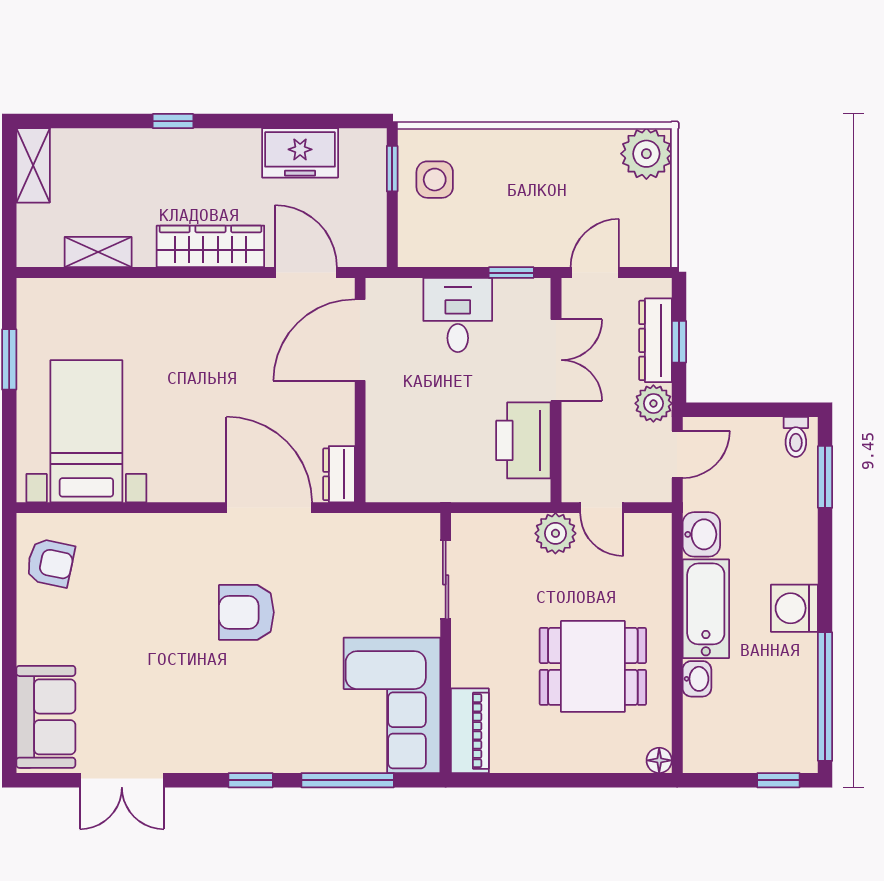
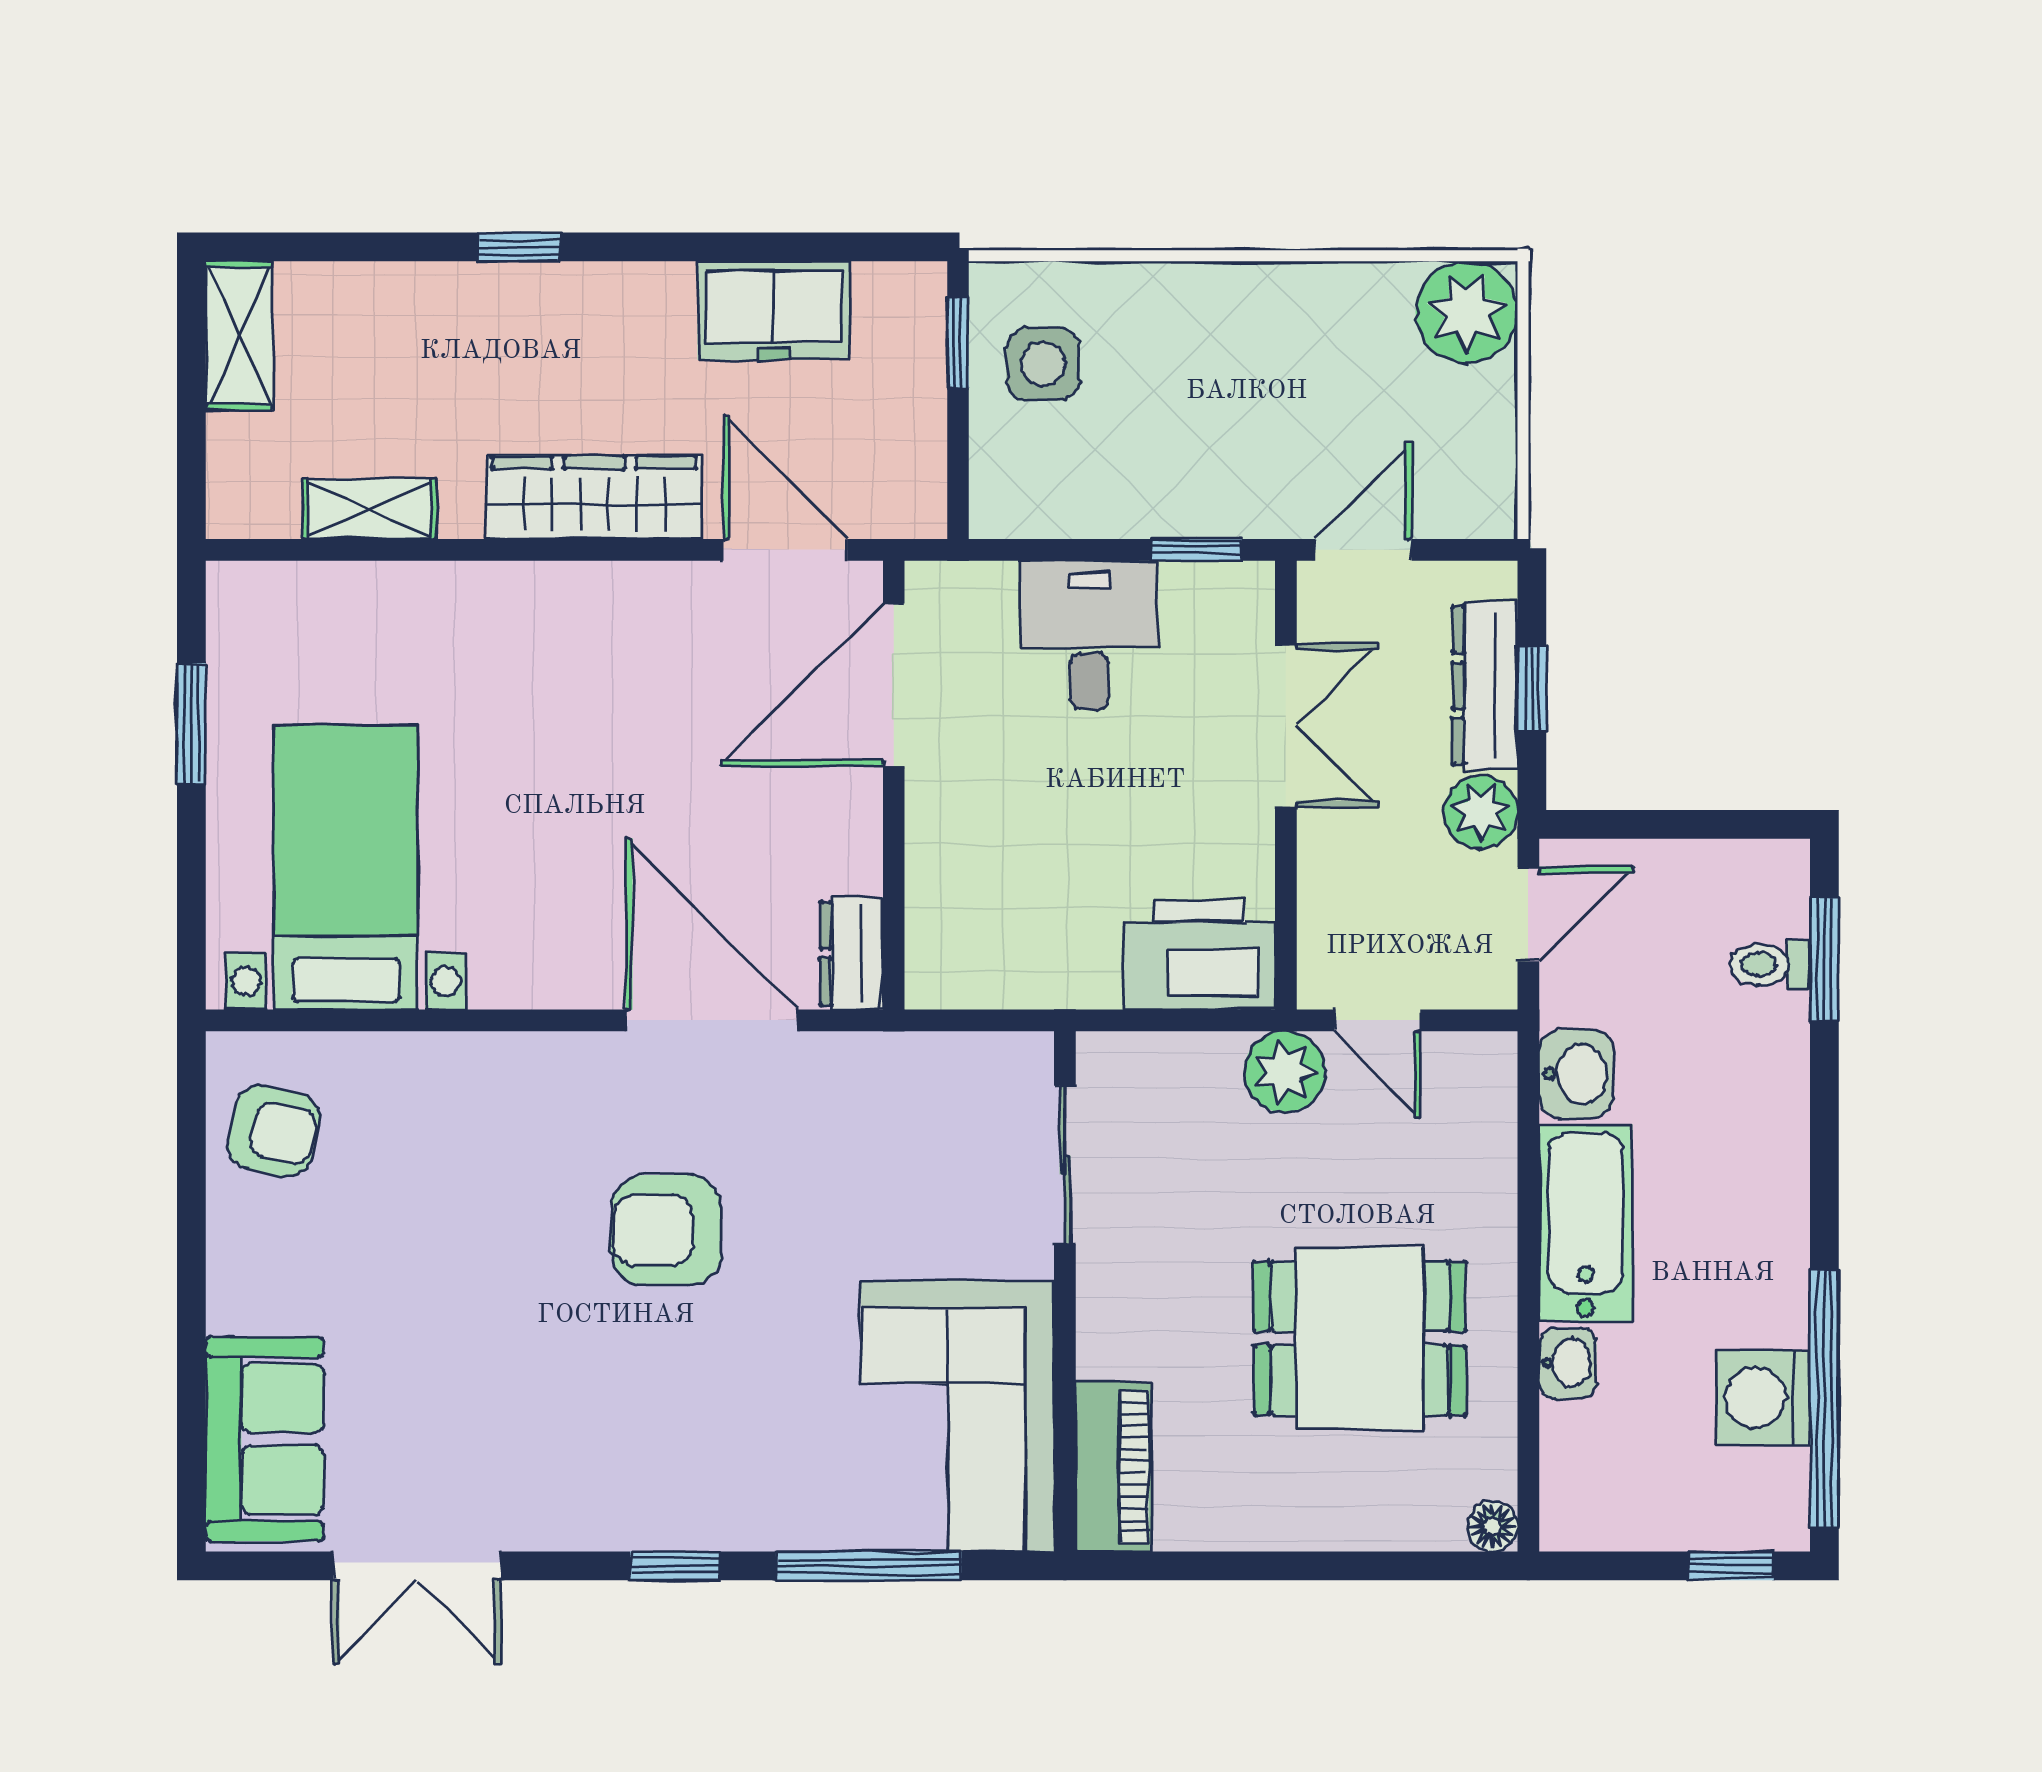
toilet: (796, 437) -> (1770, 965), moved, turned 90
printer: (523, 440) -> (1199, 955), moved, turned 90
washing machine: (794, 608) -> (1763, 1398), moved

